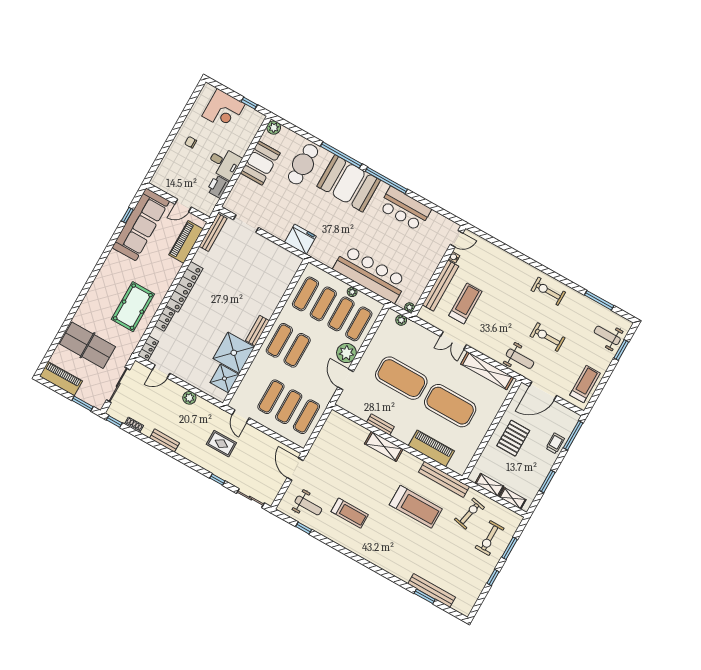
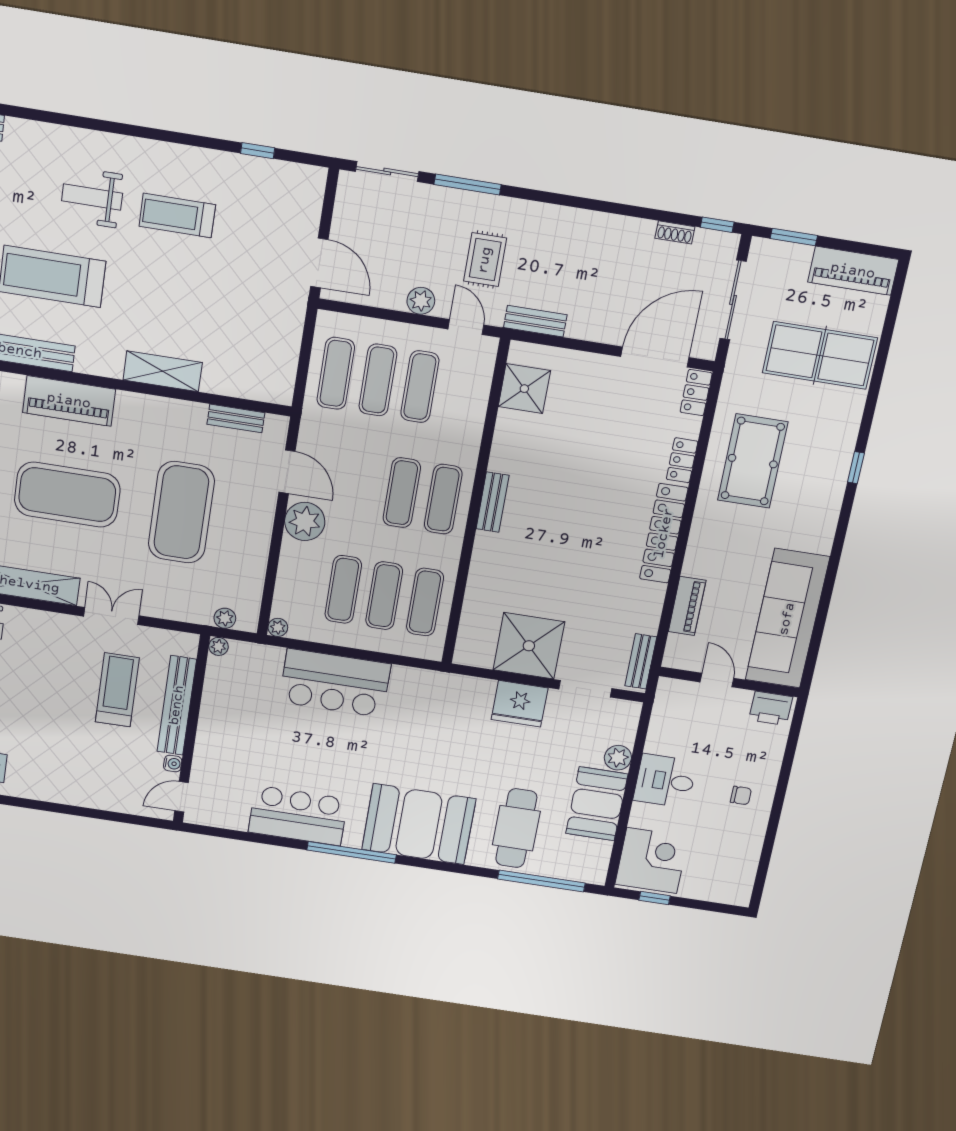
corner desk: (224, 110) -> (652, 861), moved, turned 90
plant: (274, 128) -> (618, 758), moved
window: (341, 155) -> (541, 881), moved
printer: (218, 187) -> (771, 708), moved, turned 90
door: (183, 206) -> (717, 680), hinge flipped
window: (127, 215) -> (856, 468), moved
bench: (213, 232) -> (641, 661), width x0.73
fridge: (300, 239) -> (520, 704), moved
piano: (186, 242) -> (687, 606), width x0.73, depth x0.75
bar counter: (370, 274) -> (335, 683), width x0.73
plant: (352, 292) -> (278, 627), moved
treadmill: (465, 303) -> (117, 690), turned 180
exercise mat: (359, 324) -> (302, 583), removed
shower: (234, 353) -> (529, 646), moved
door: (161, 372) -> (655, 357), width x1.87
exercise mat: (401, 378) -> (181, 512), turned 90
plant: (189, 398) -> (421, 301), moved
bench: (380, 425) -> (236, 418), moved
bench: (164, 441) -> (535, 321), moved
rug: (221, 444) -> (485, 260), turned 90
window: (217, 480) -> (468, 184), width x2.17
weight bench: (308, 505) -> (92, 197), moved

